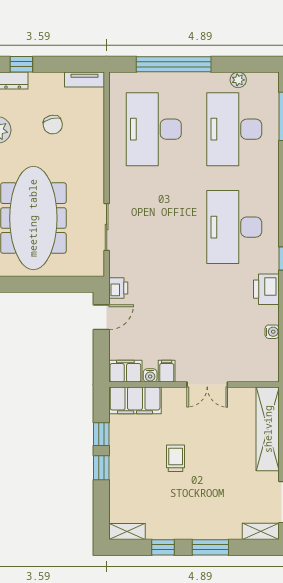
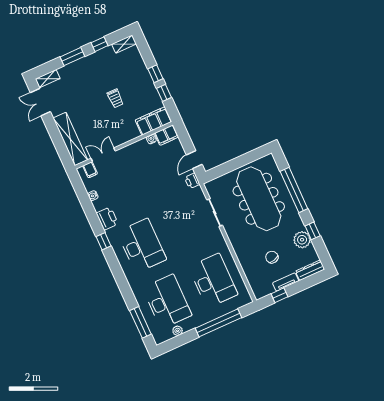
window: (21, 64) -> (279, 295), moved
tv unit: (84, 79) -> (286, 282), moved
filing cabinet: (167, 371) -> (90, 170), moved
double door: (207, 384) -> (103, 155), moved

